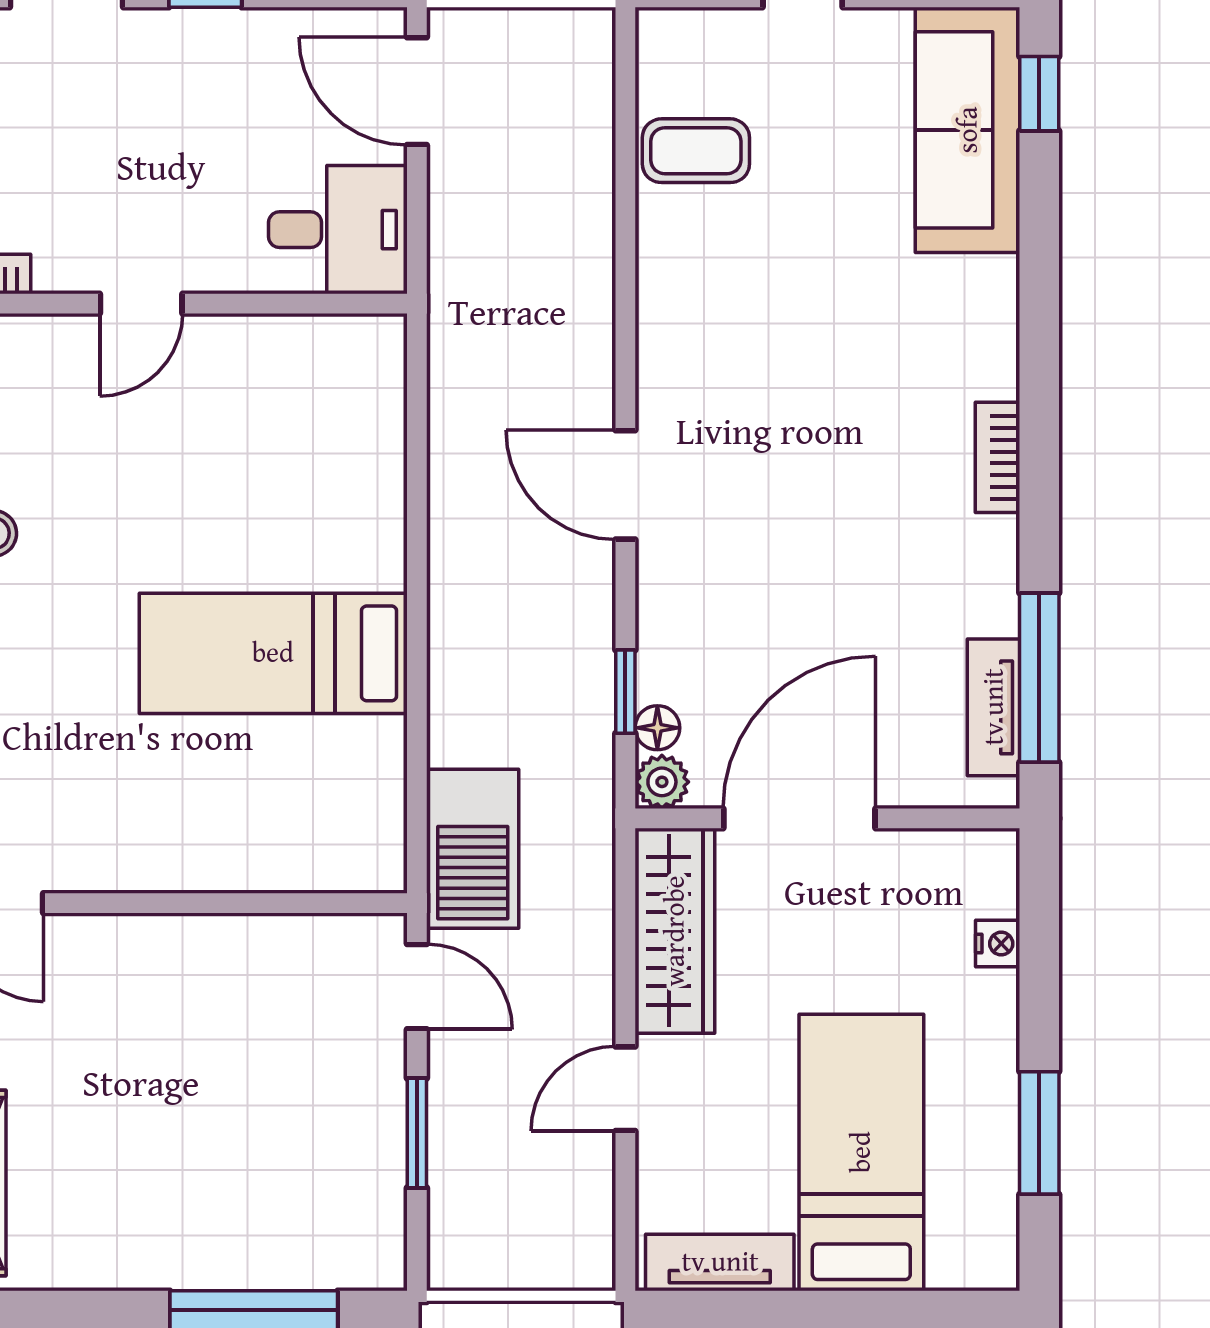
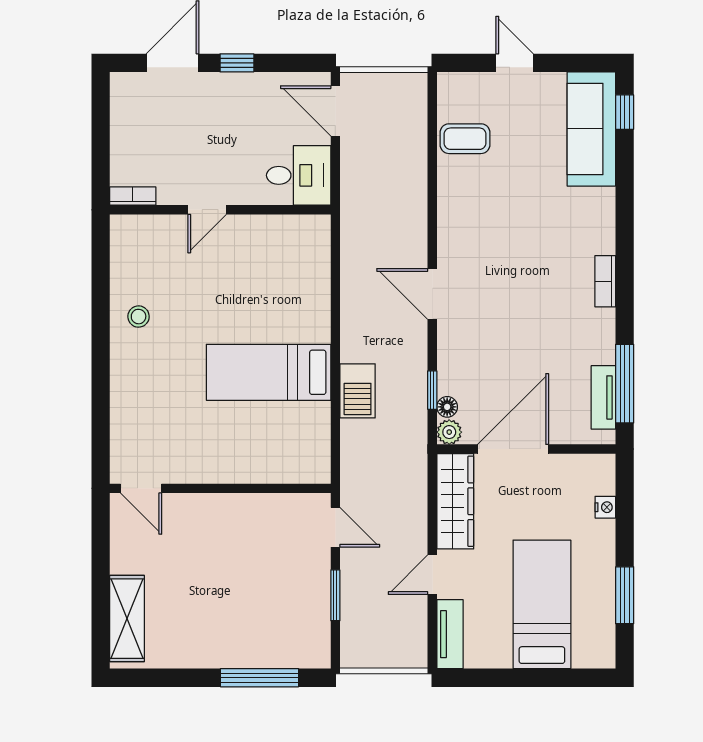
barbecue: (473, 849) -> (358, 391), moved, width x0.73, depth x0.83
tv unit: (720, 1262) -> (450, 634), moved, turned 90

